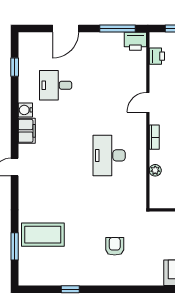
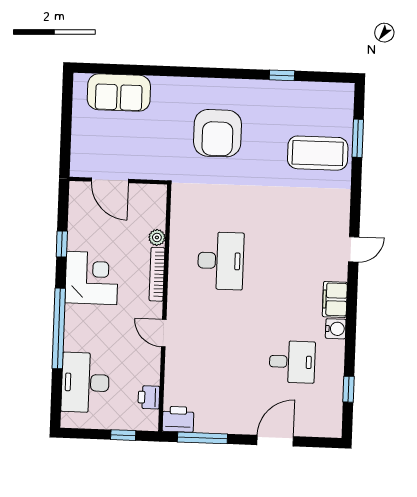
door: (148, 102) -> (164, 333), swing flipped
bookcase: (154, 137) -> (157, 274), width x1.56
armchair: (115, 246) -> (218, 133), width x1.88, depth x1.88

